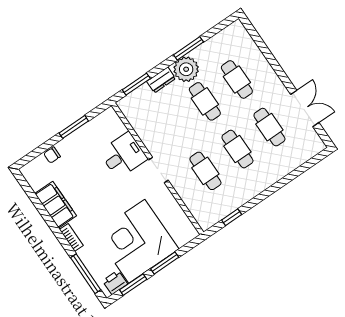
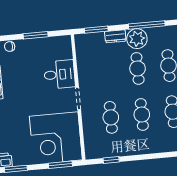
window: (188, 48) -> (147, 25), width x1.44
corner desk: (137, 241) -> (56, 138), moved, turned -90
window: (165, 263) -> (60, 165), moved

